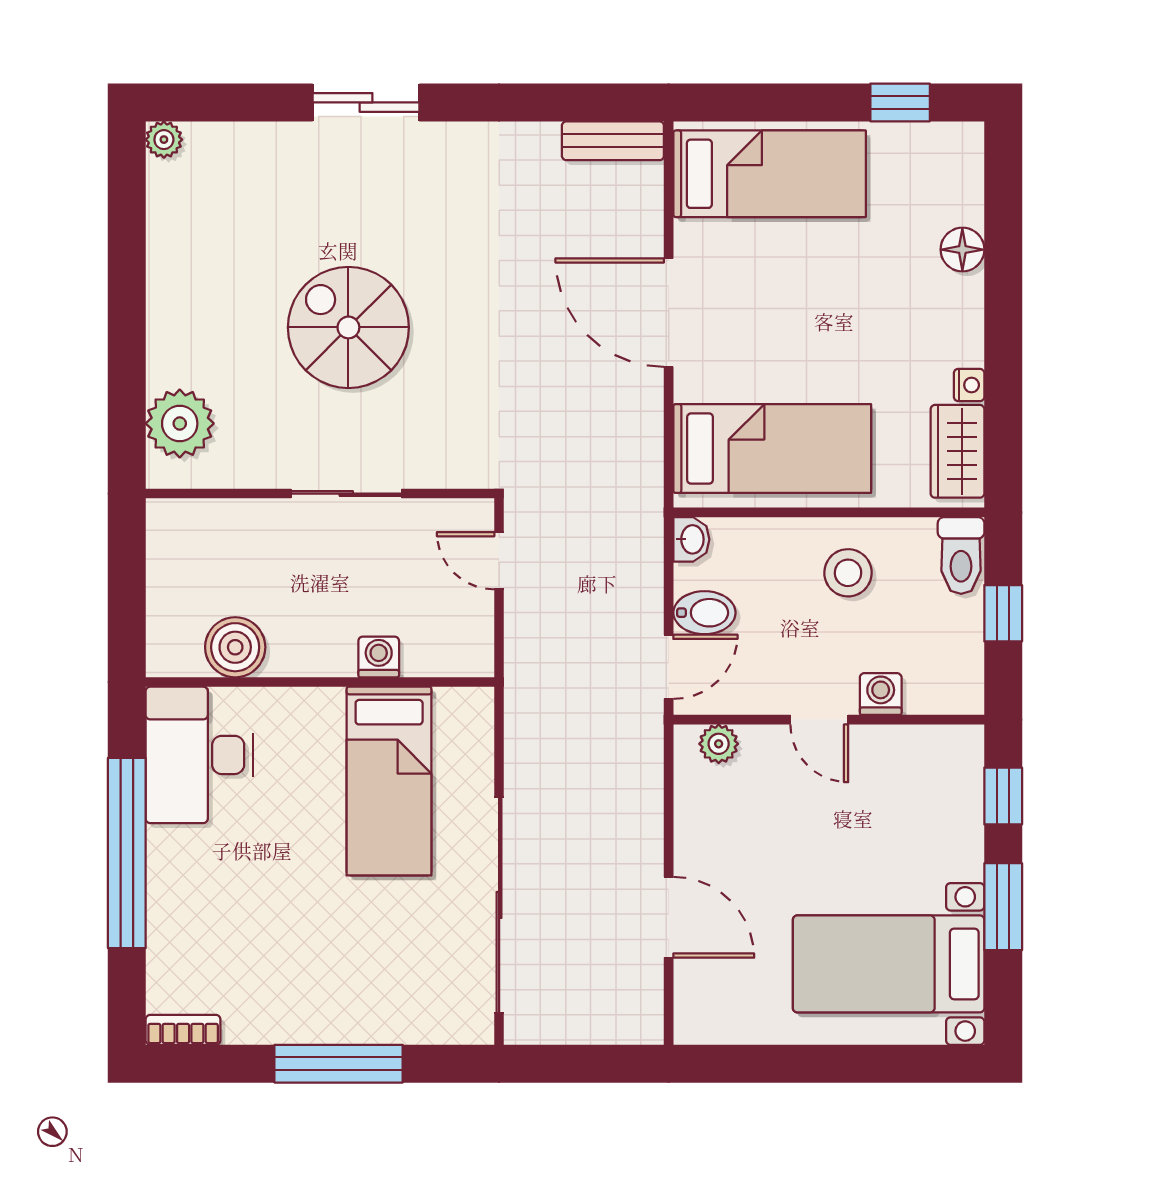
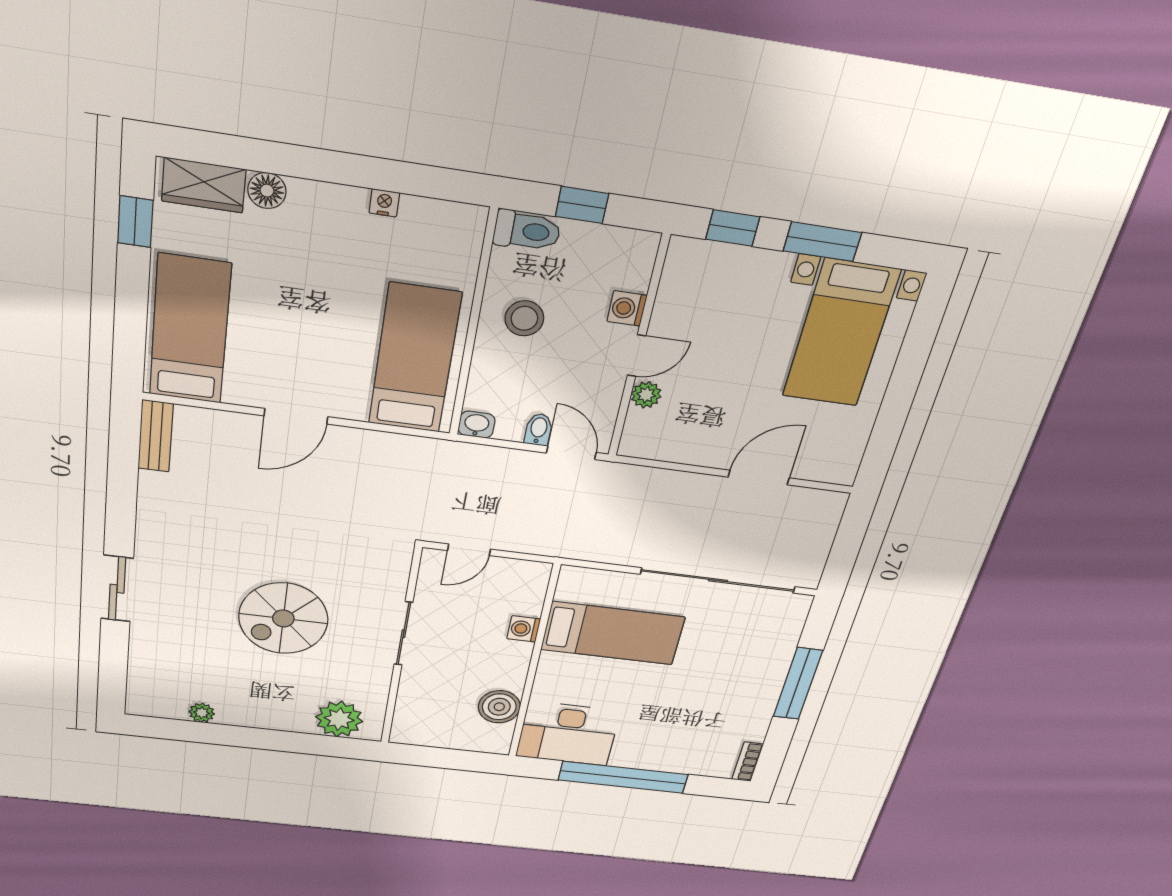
plant: (164, 140) -> (202, 713), moved
door: (669, 313) -> (296, 416), width x0.73
wardrobe: (957, 451) -> (204, 185), moved
bidet: (704, 613) -> (538, 430), width x0.72, depth x0.74
plant: (719, 744) -> (646, 395), moved

